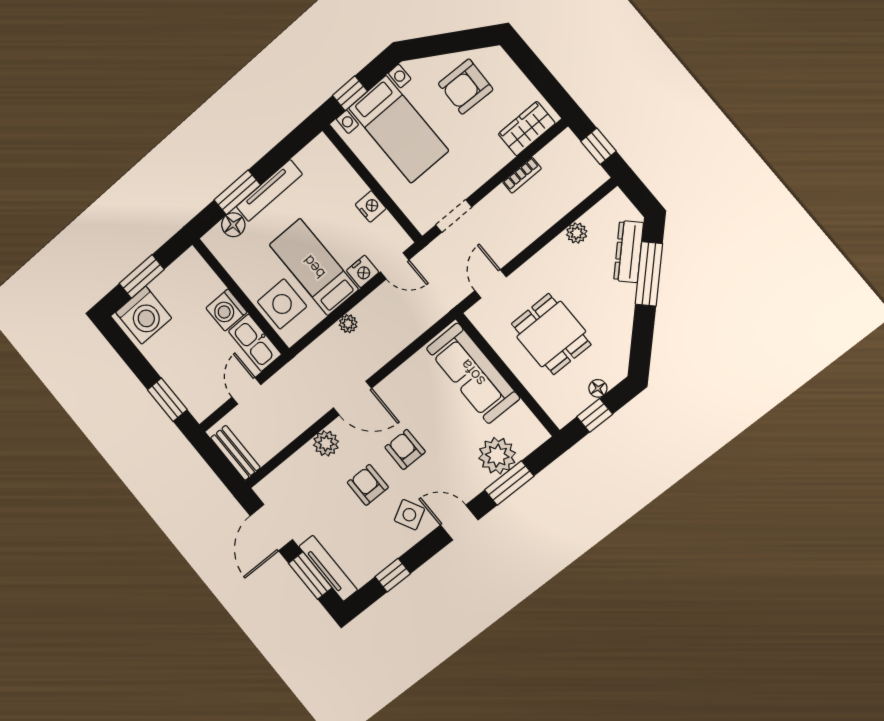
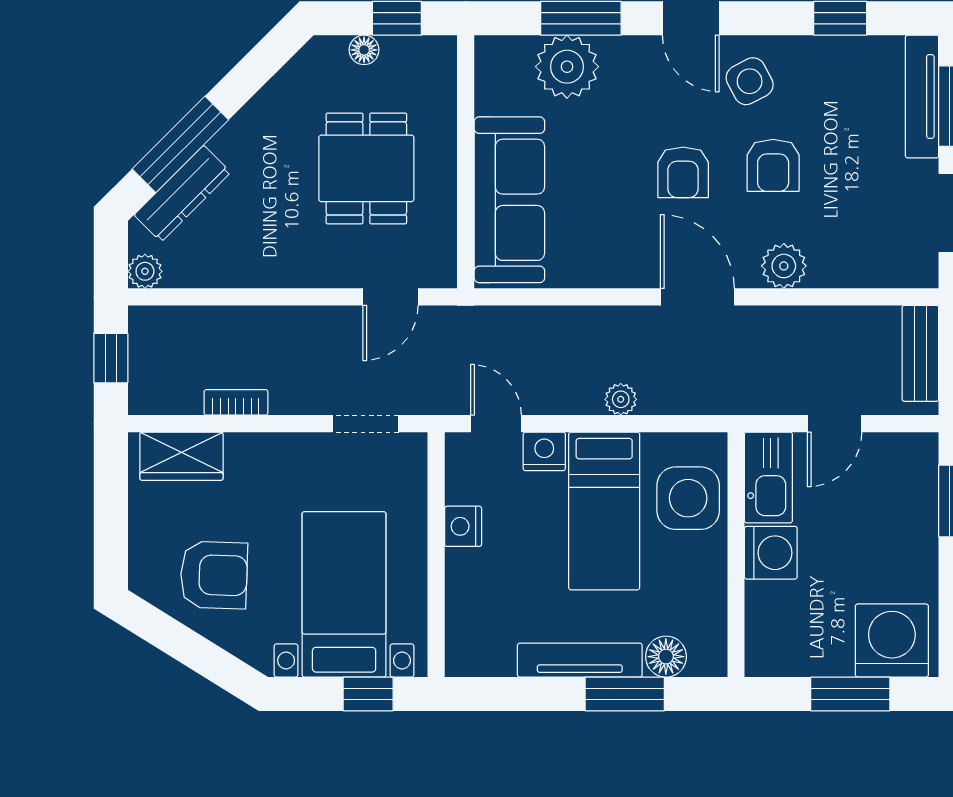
plant: (577, 233) -> (145, 271), moved

